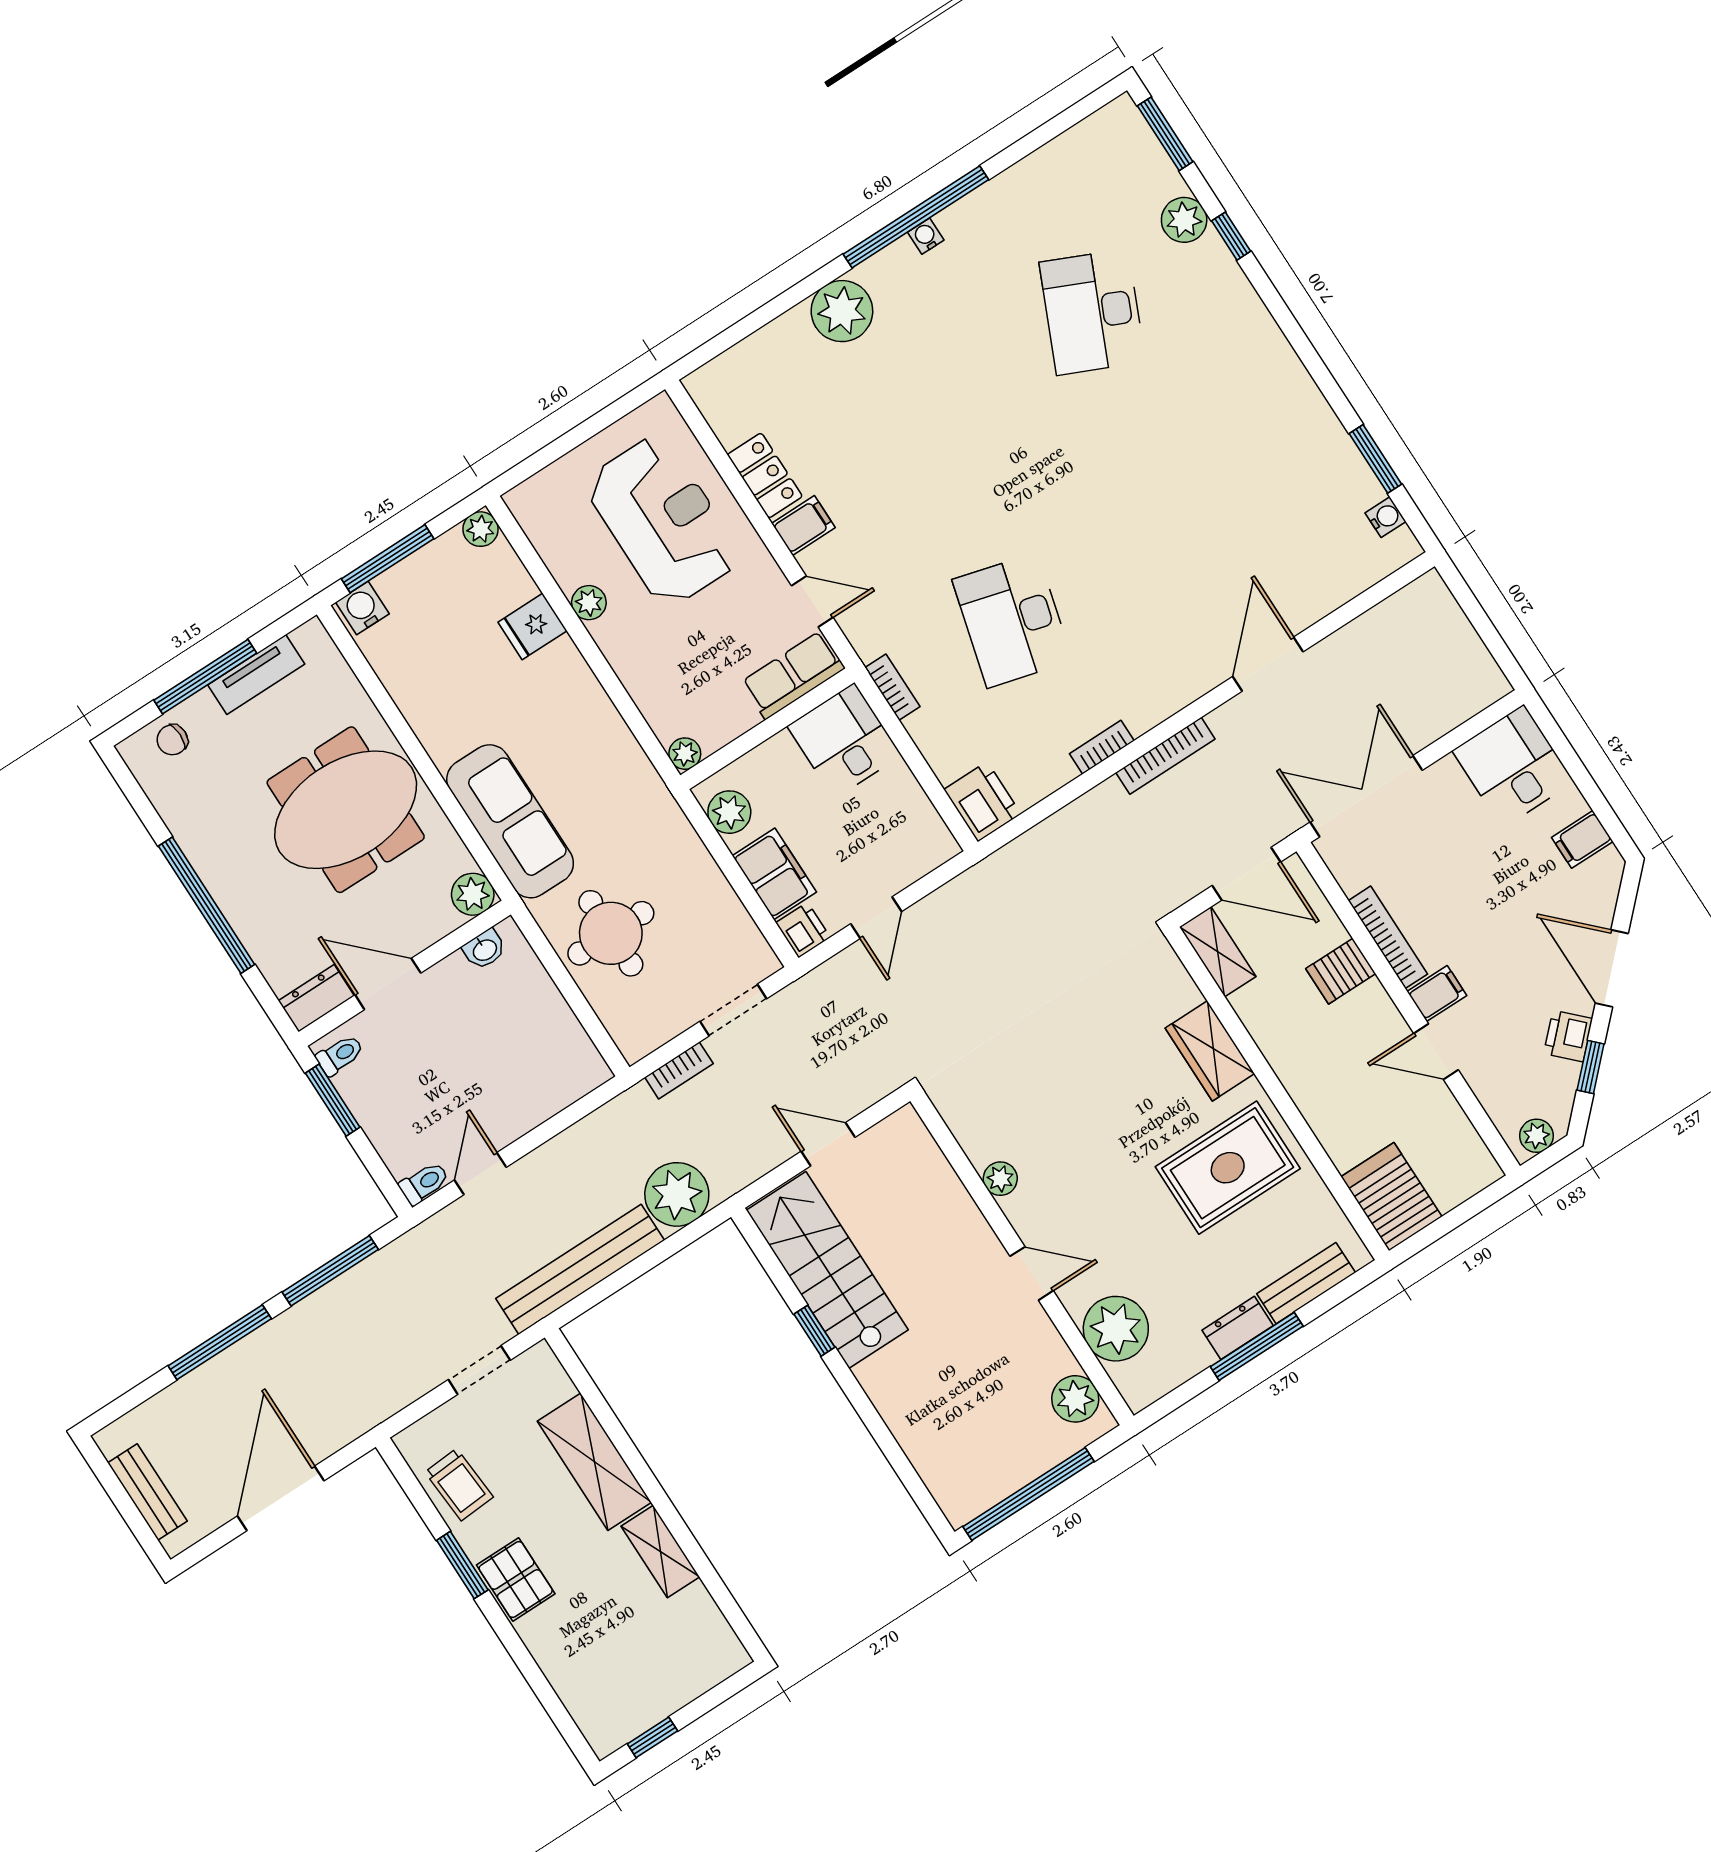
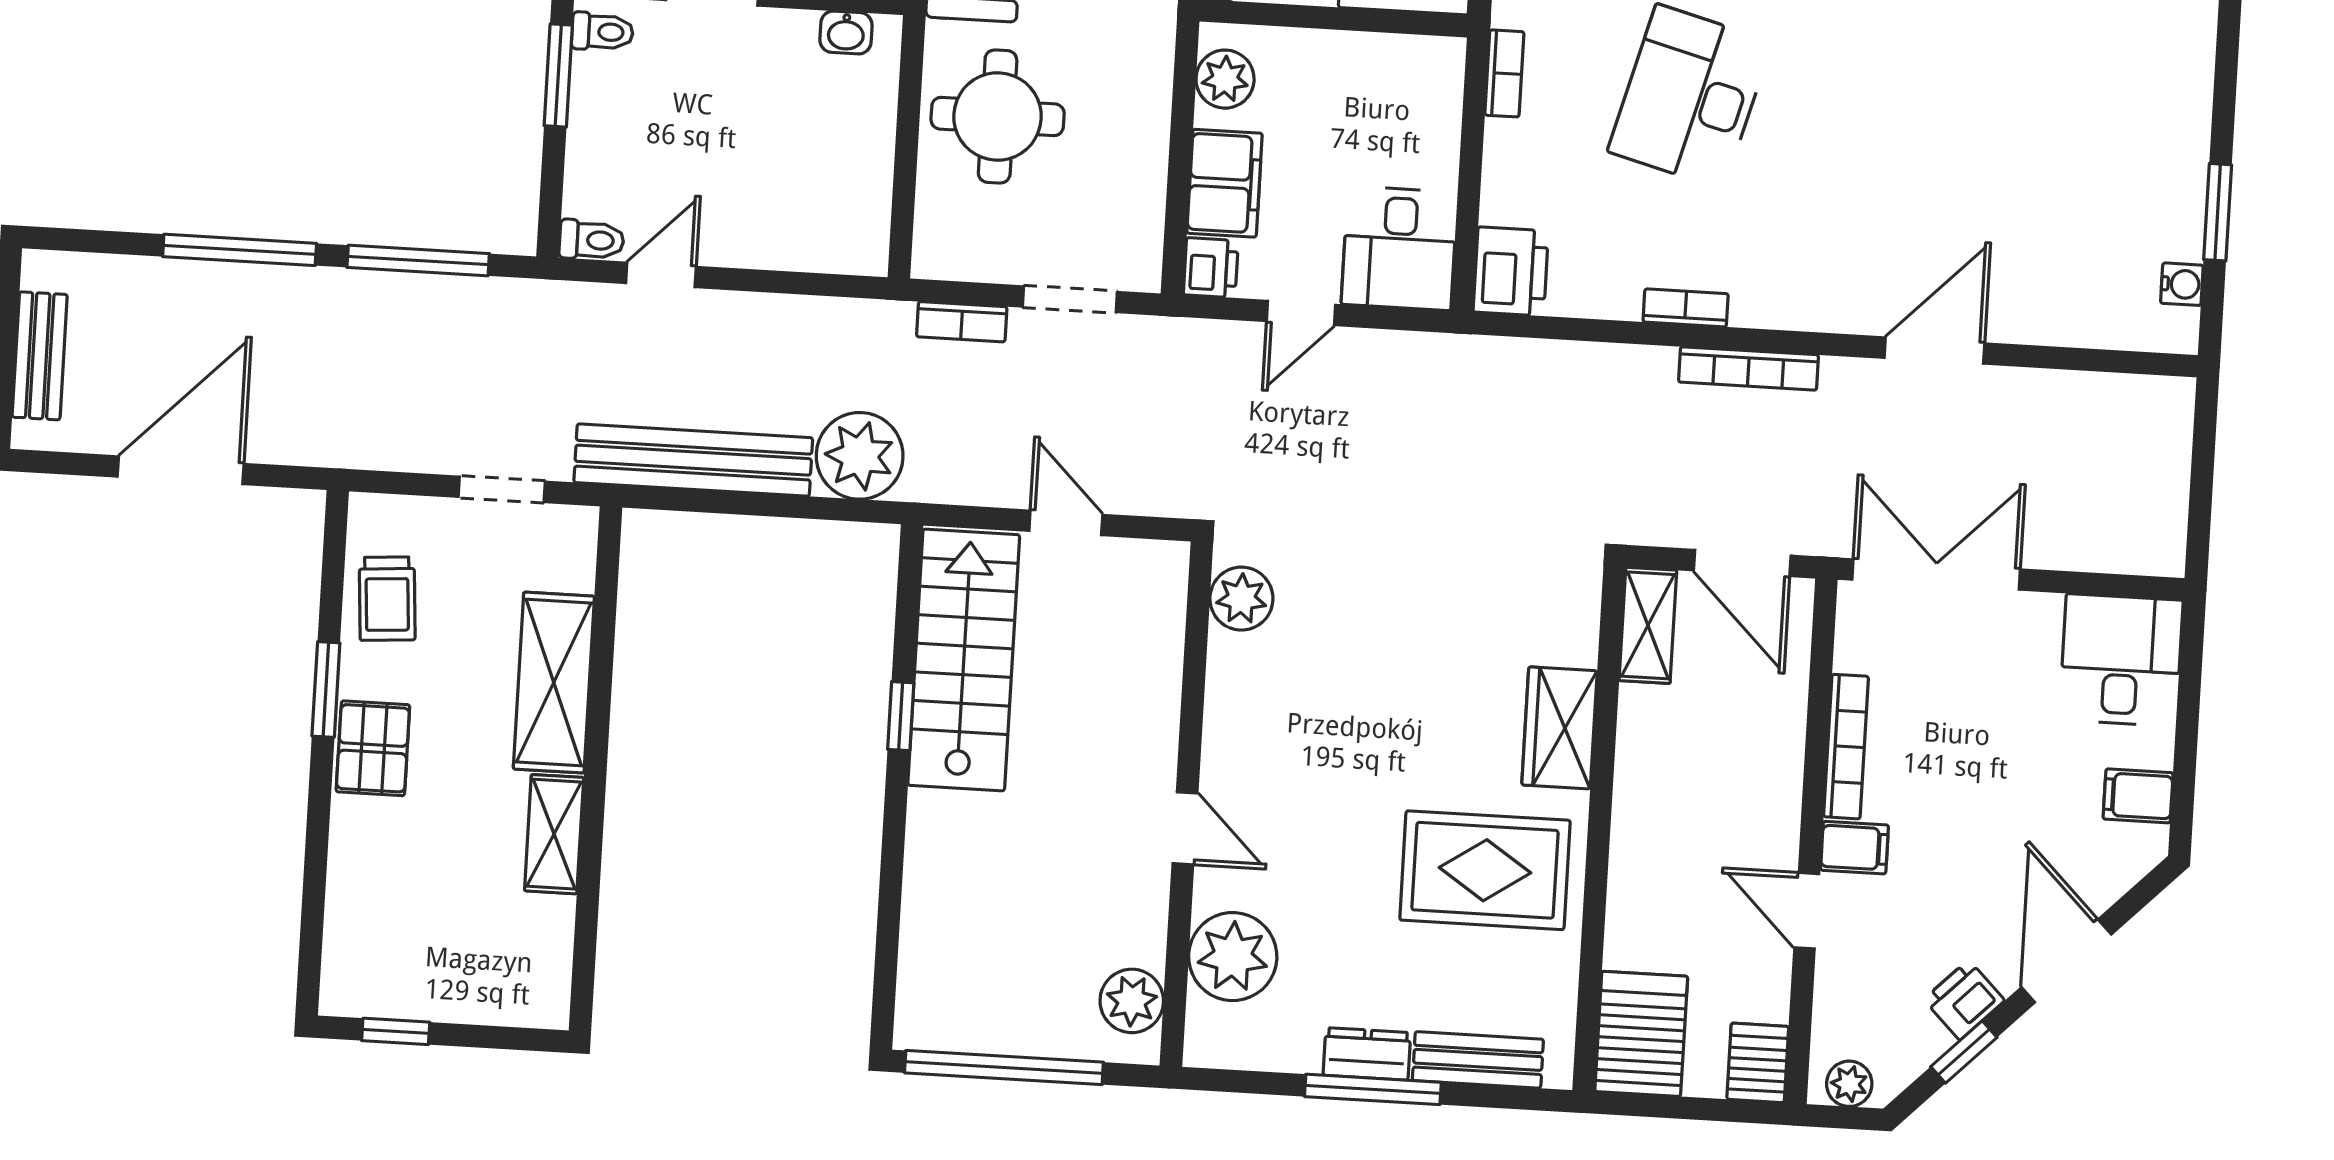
desk: (844, 741) -> (1399, 248), moved, turned 180
server rack: (1341, 971) -> (1758, 1063), moved, turned 90
plant: (1000, 1179) -> (1241, 599), moved, width x1.38, depth x1.38

